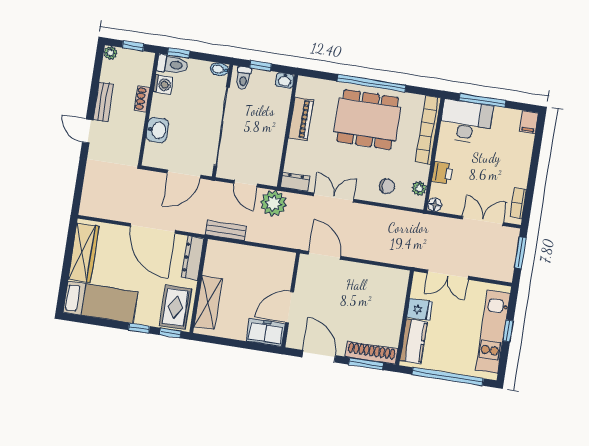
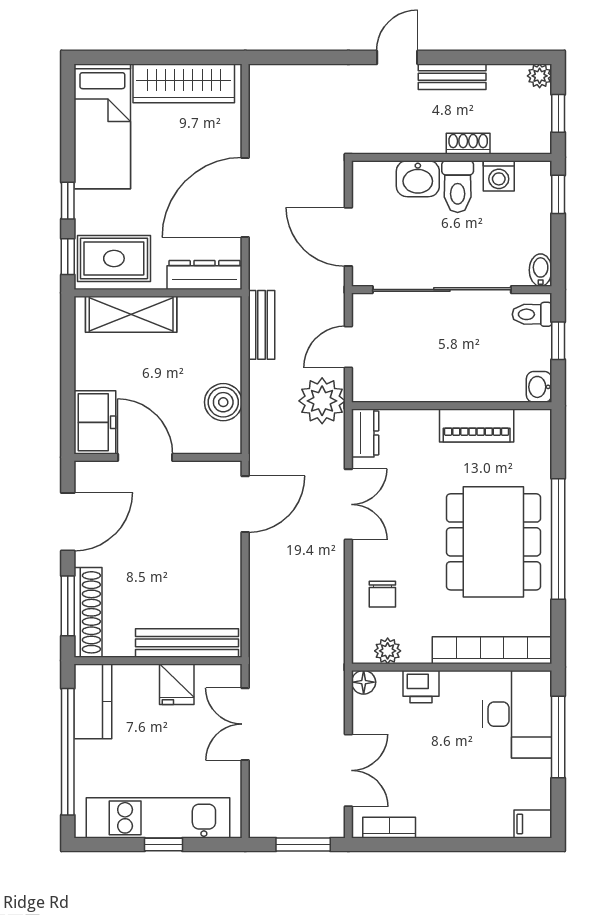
toilet: (172, 65) -> (458, 187), moved
boiler: (266, 259) -> (223, 402), added
bench: (397, 300) -> (187, 643), added
kitchen counter: (413, 341) -> (93, 701), moved, turned -90

